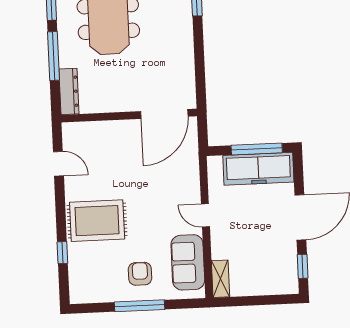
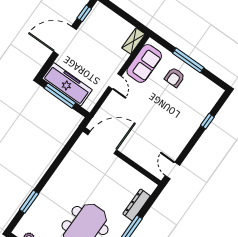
door: (164, 114) -> (102, 142), moved
wall: (129, 116) -> (122, 156), moved
rug: (97, 221) -> (175, 124), removed

